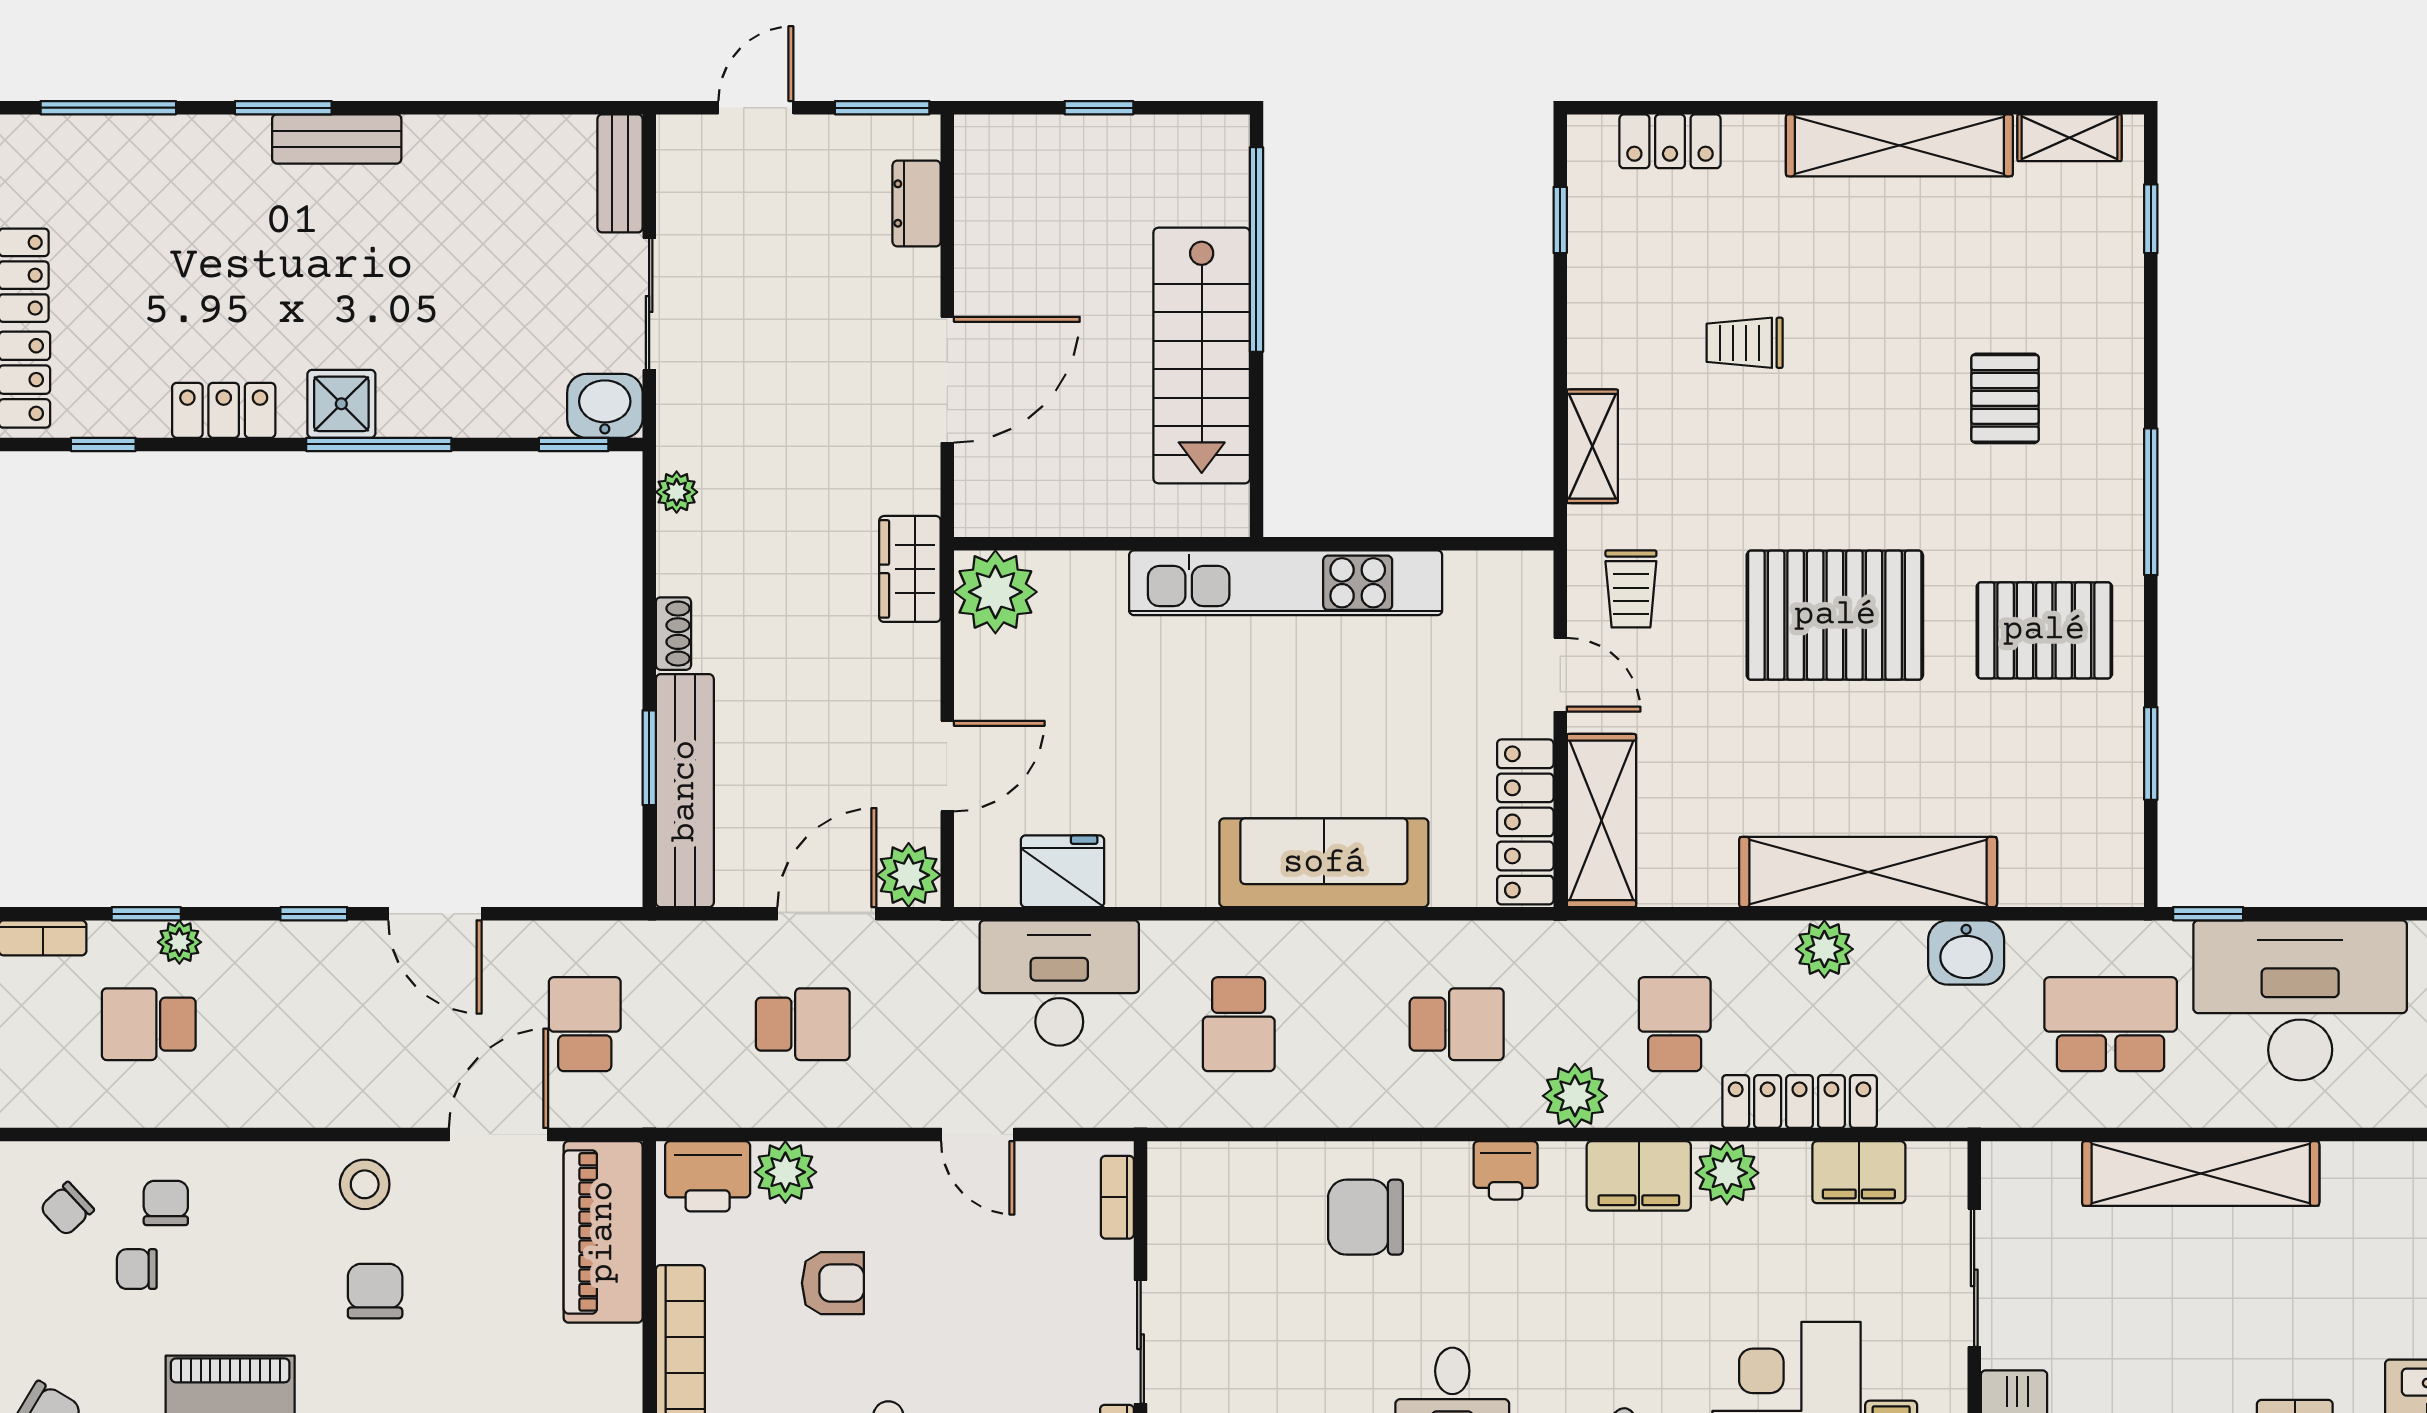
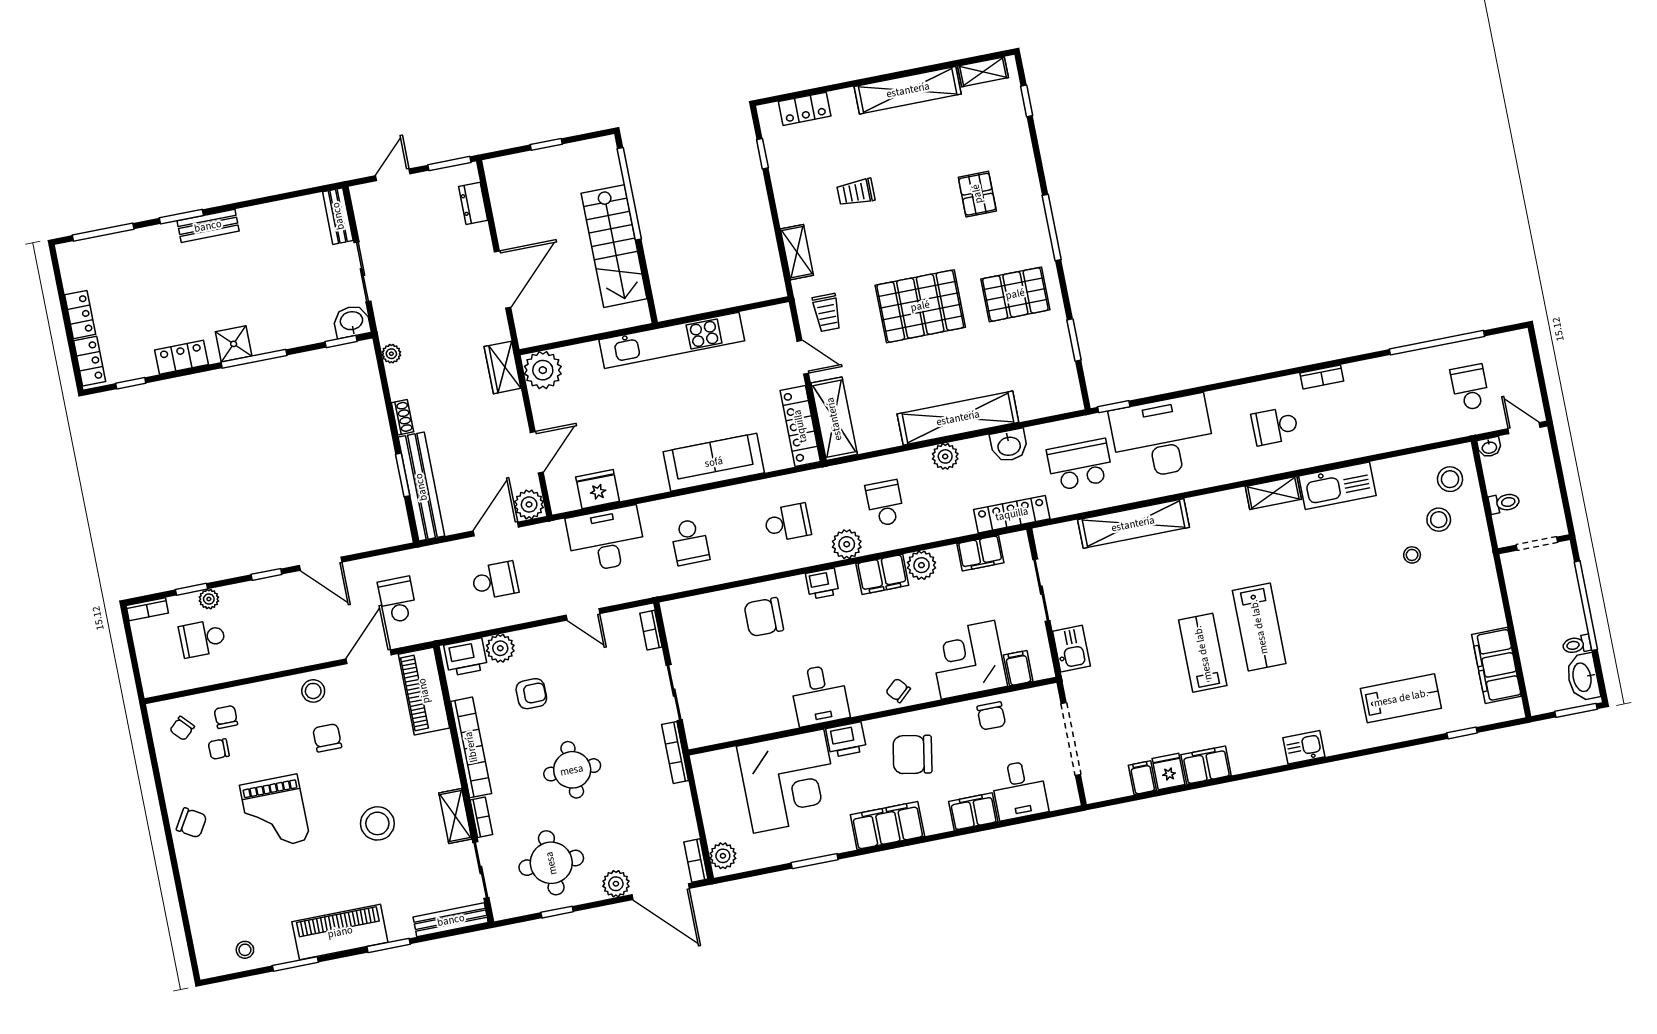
locker: (1800, 1102) -> (1012, 514), moved

